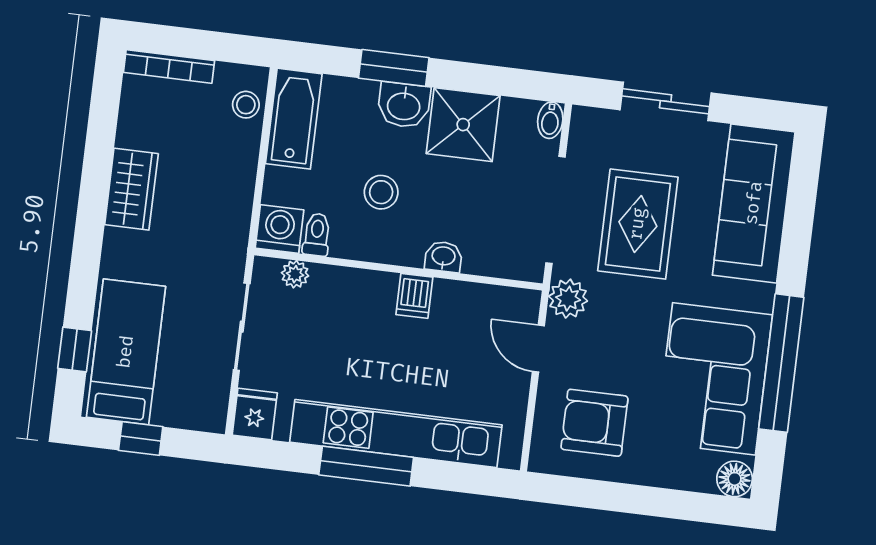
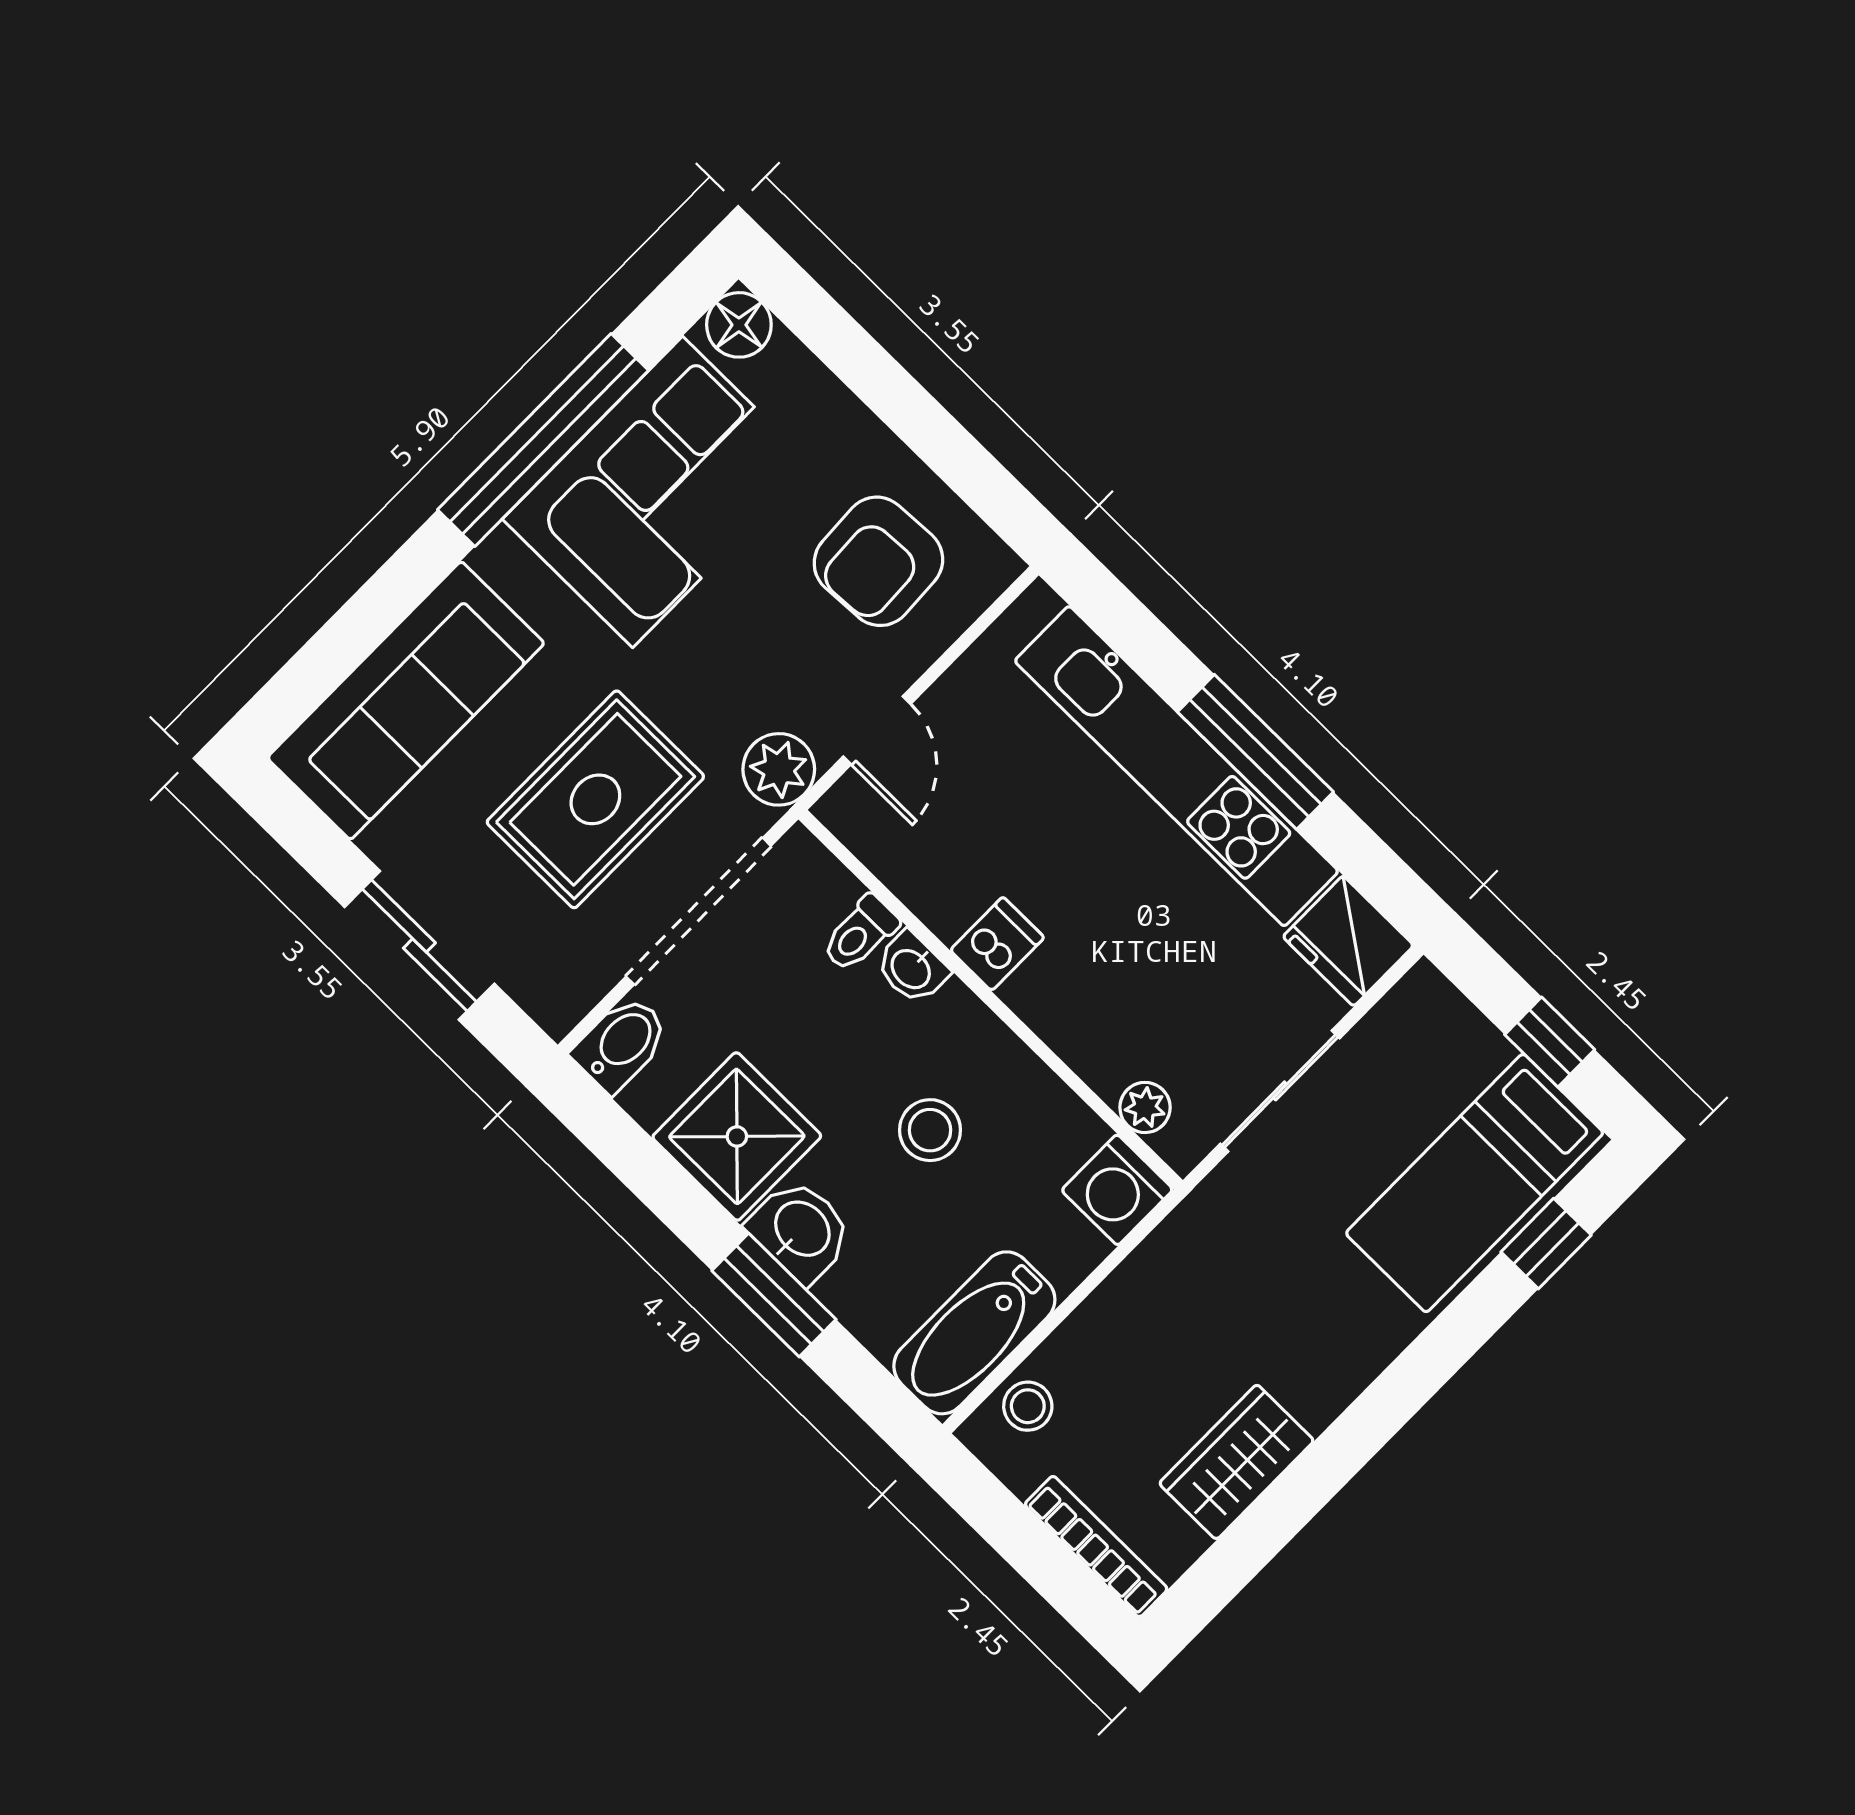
bidet: (550, 120) -> (621, 1044), width x1.38, depth x1.36
wardrobe: (131, 189) -> (1237, 1462), moved
toilet: (317, 235) -> (860, 934), moved
fridge: (255, 414) -> (1348, 941), width x1.38
armchair: (594, 423) -> (878, 561), turned 87

